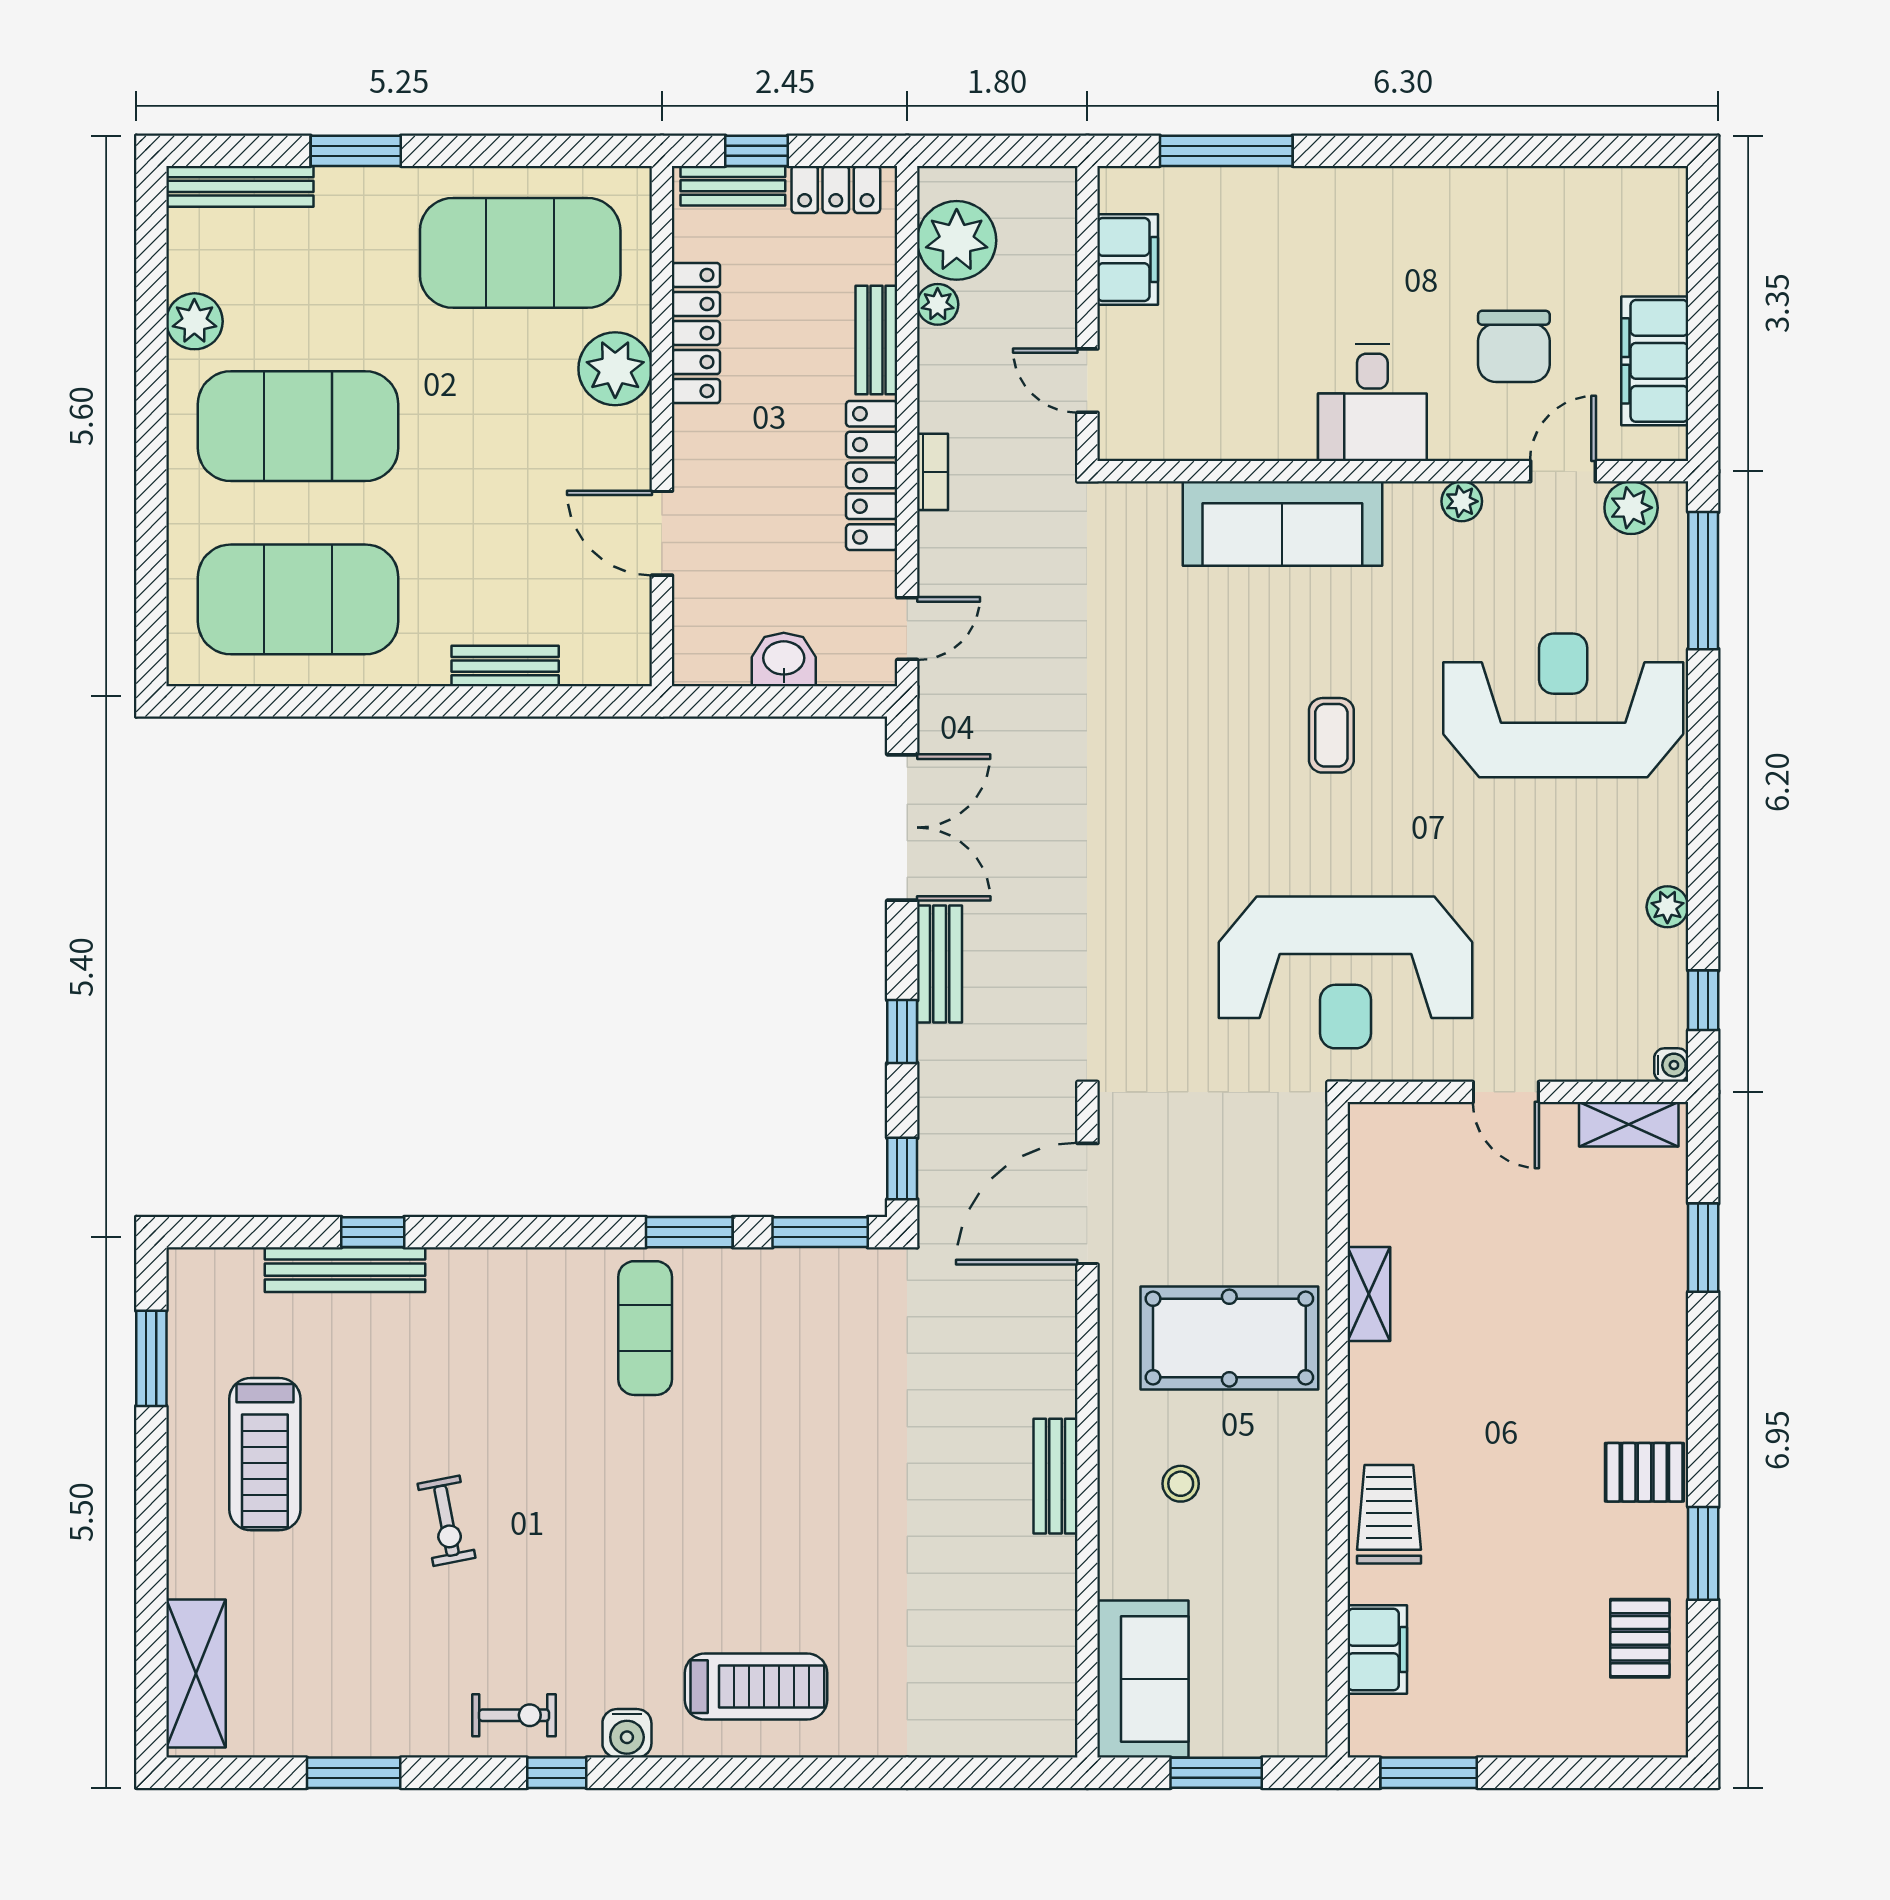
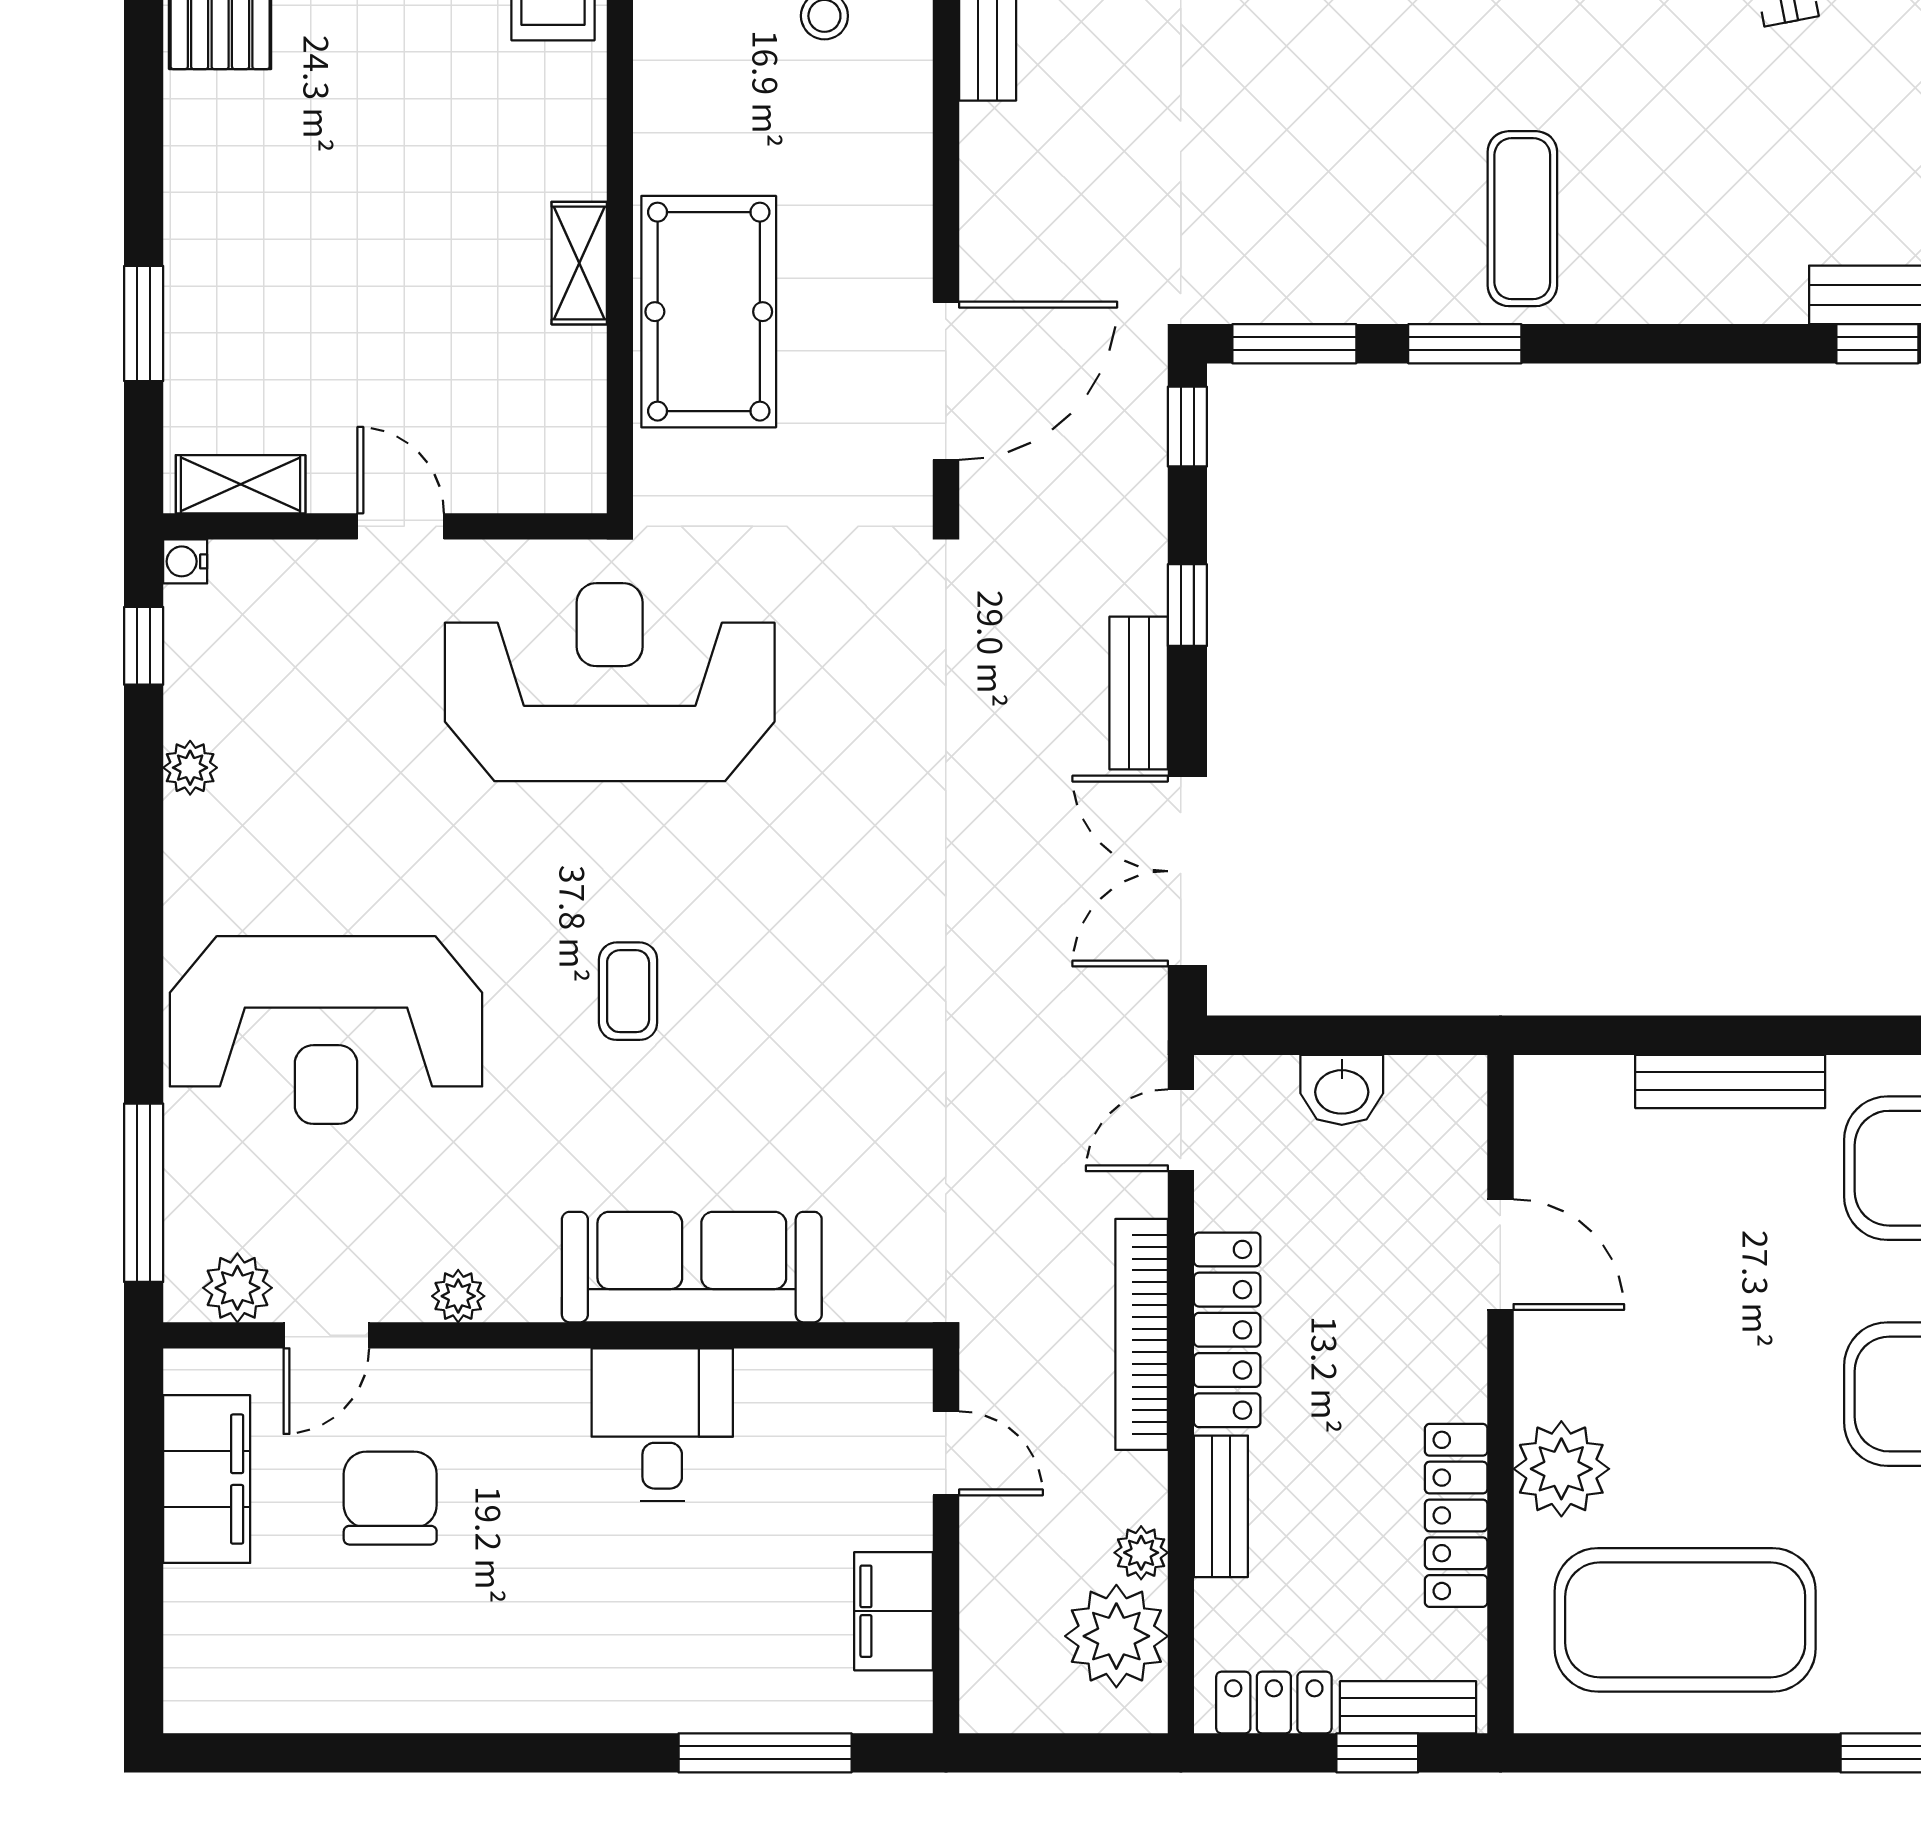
desk: (1372, 403) -> (662, 1425), moved
bookcase: (933, 472) -> (1142, 1334), width x2.31, depth x1.31
bench: (505, 666) -> (1730, 1081), width x1.36
pool table: (1229, 1338) -> (709, 312), moved, turned 90

